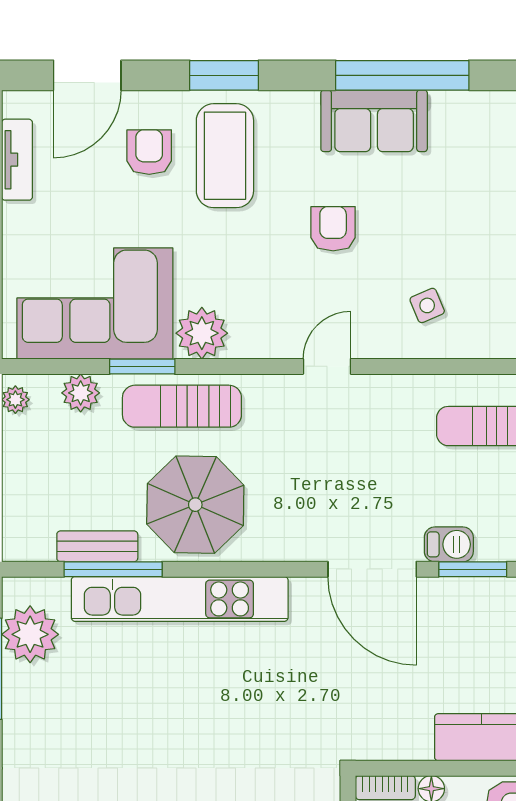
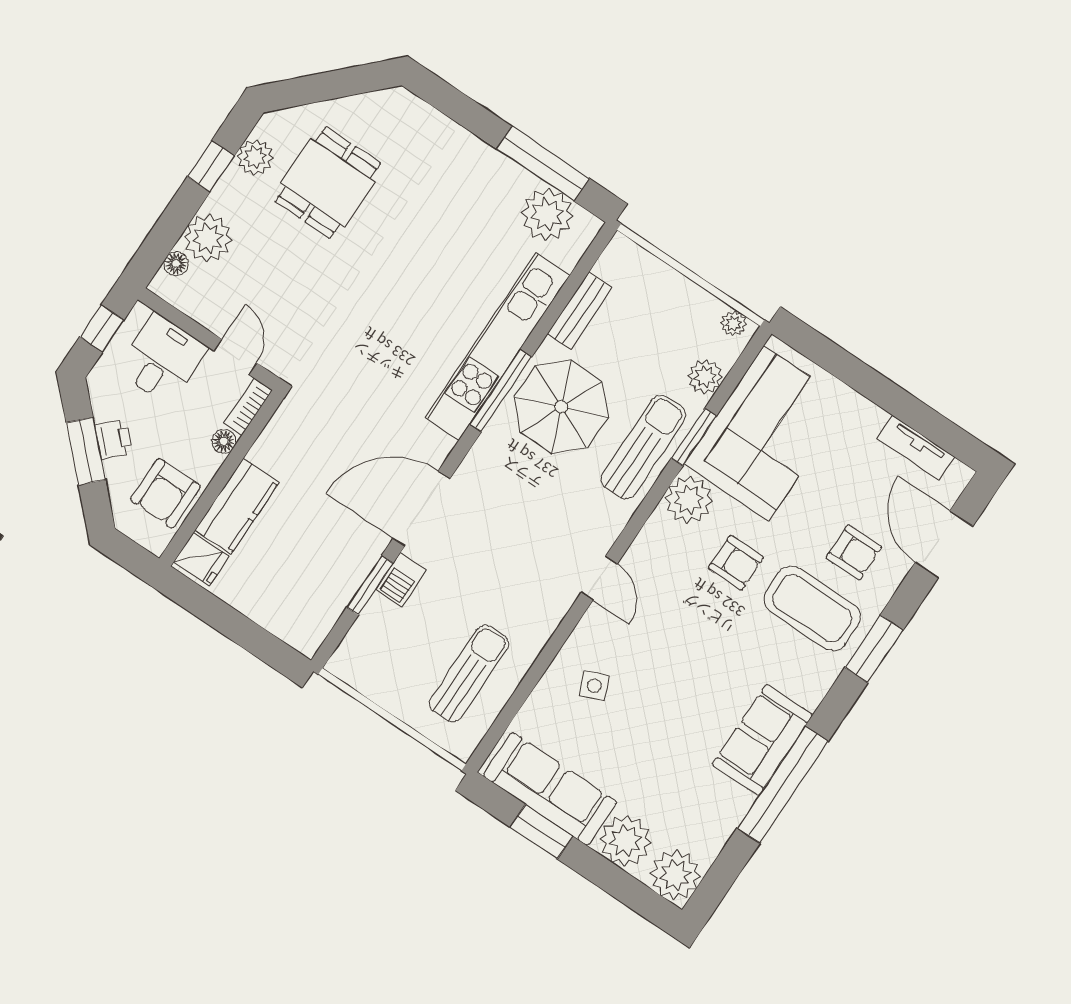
armchair: (333, 229) -> (736, 563), moved
window: (113, 569) -> (501, 391), moved

